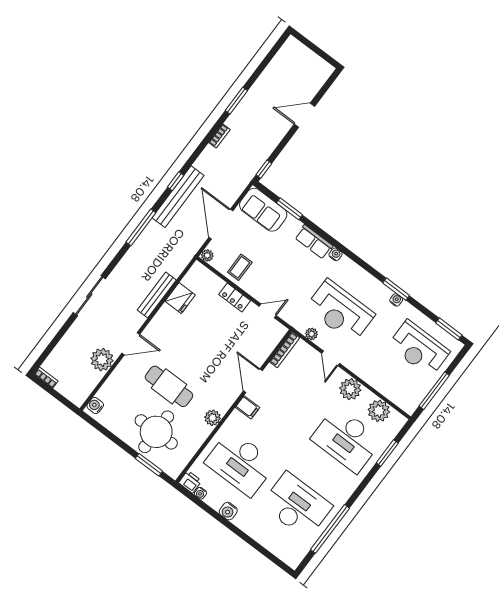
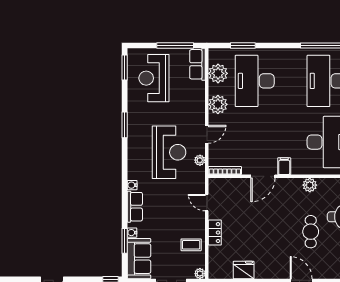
water cooler: (396, 300) -> (132, 233), moved
reception desk: (419, 349) -> (154, 78), turned 180
cafe table: (169, 386) -> (311, 232), width x0.73, depth x0.74
row of seats: (401, 398) -> (197, 64), added
desk: (346, 439) -> (255, 81), turned 180

